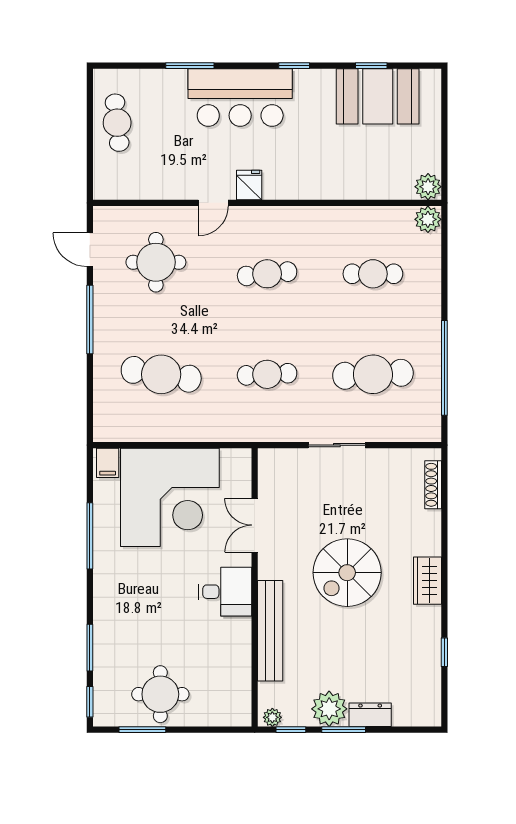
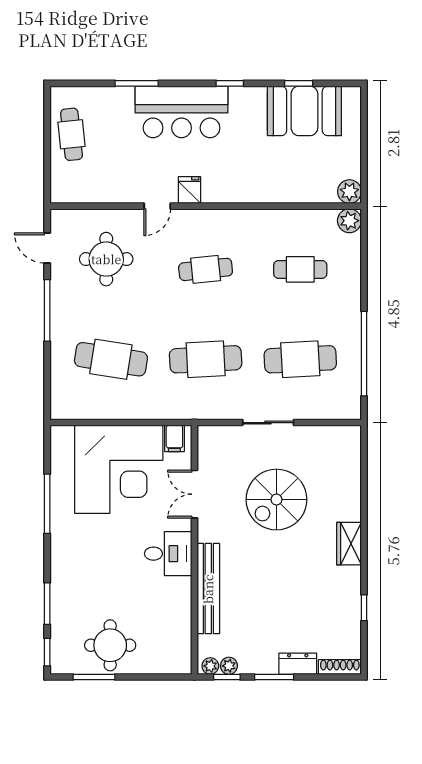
cafe table: (267, 374) -> (206, 359), width x1.37, depth x1.35
filing cabinet: (108, 463) -> (174, 438), moved
shoe rack: (433, 485) -> (340, 667), moved, turned 90
spiral stairs: (347, 573) -> (276, 500), moved
plant: (329, 709) -> (229, 666), moved, width x0.53, depth x0.53

